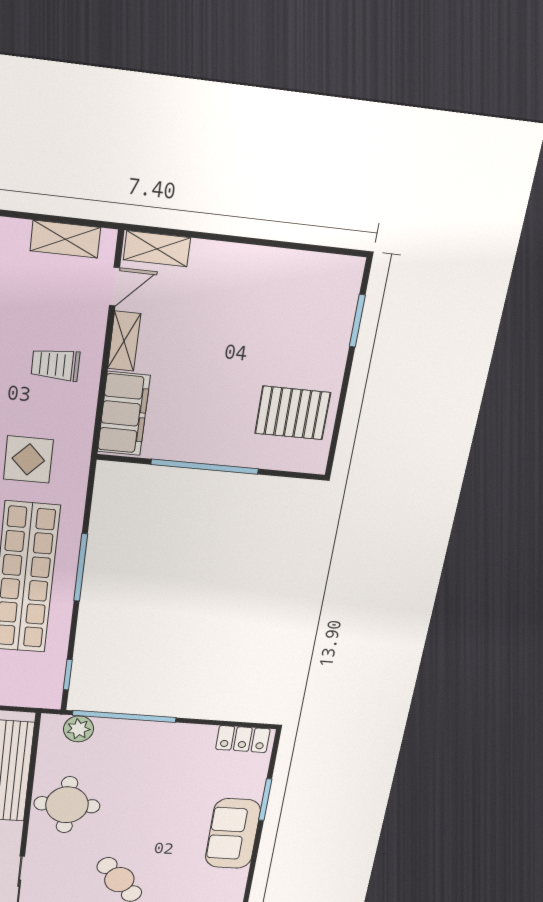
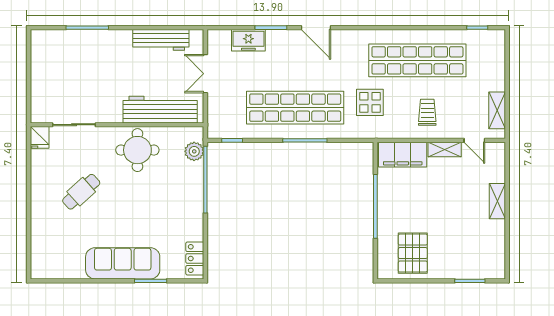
shelving: (157, 249) -> (497, 201), moved
sofa: (233, 834) -> (123, 263), width x1.36

